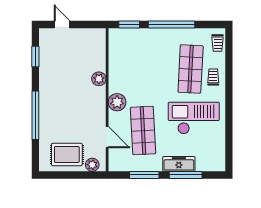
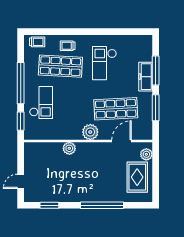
checkout: (150, 47) -> (41, 103), added
checkout: (194, 118) -> (104, 63), width x0.73, depth x0.83

